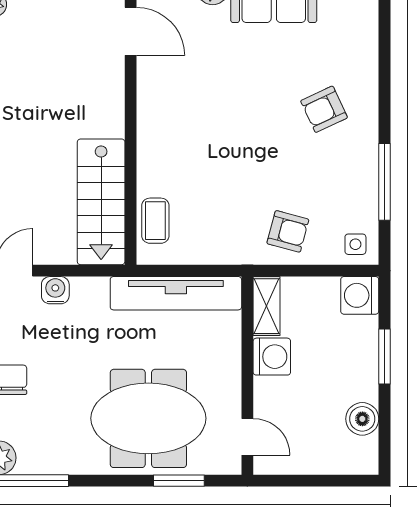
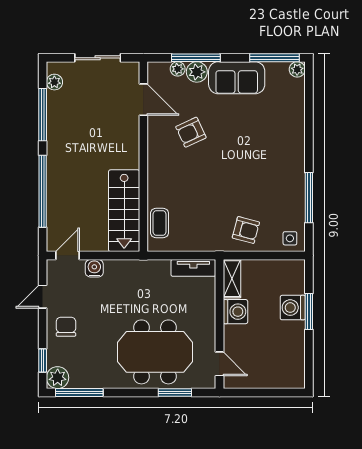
armchair: (324, 109) -> (191, 132), moved
tv unit: (176, 293) -> (193, 268), width x0.52, depth x0.78
washing machine: (360, 295) -> (293, 308), moved
boiler: (362, 419) -> (294, 352), removed

